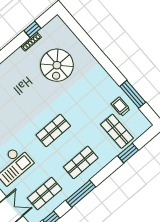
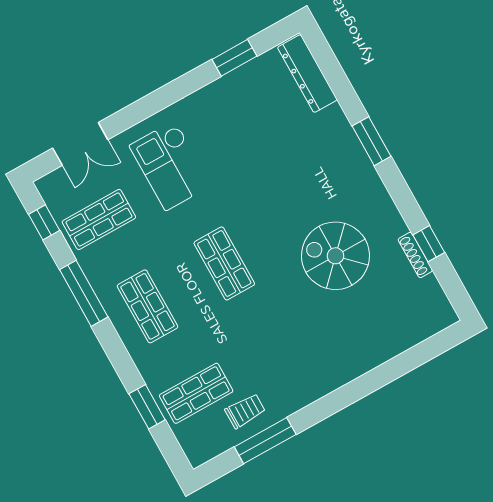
window: (32, 29) -> (429, 244), moved
spiral stairs: (57, 65) -> (335, 256), moved
shop shelf: (45, 194) -> (99, 219), turned 90

